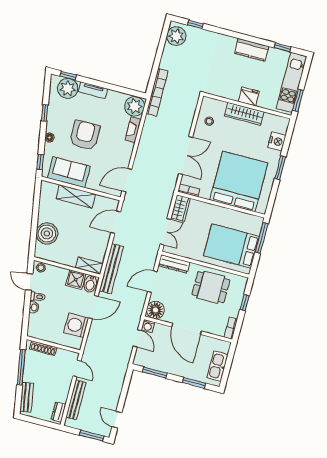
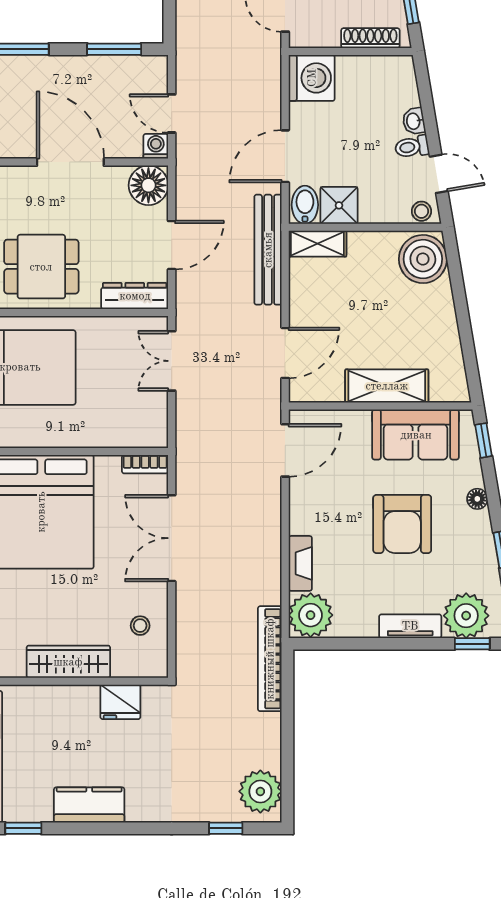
fridge: (249, 97) -> (120, 702), moved
wardrobe: (181, 208) -> (152, 421), removed
boiler: (47, 233) -> (423, 259), moved
washing machine: (76, 325) -> (312, 78), moved

